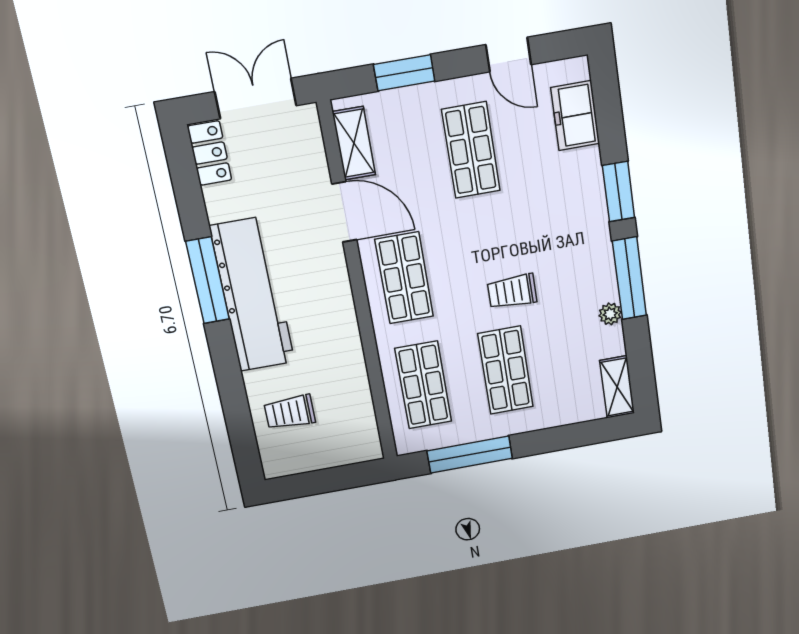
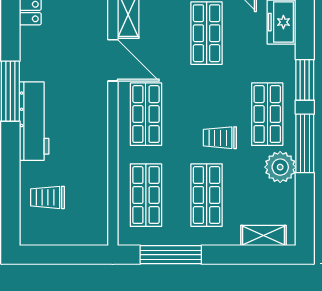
shop shelf: (573, 248) -> (267, 114), added
workbench: (252, 295) -> (34, 121), width x0.73, depth x0.76
plant: (610, 314) -> (280, 167), width x1.87, depth x1.87
shelving: (617, 387) -> (263, 235), moved, turned 90

